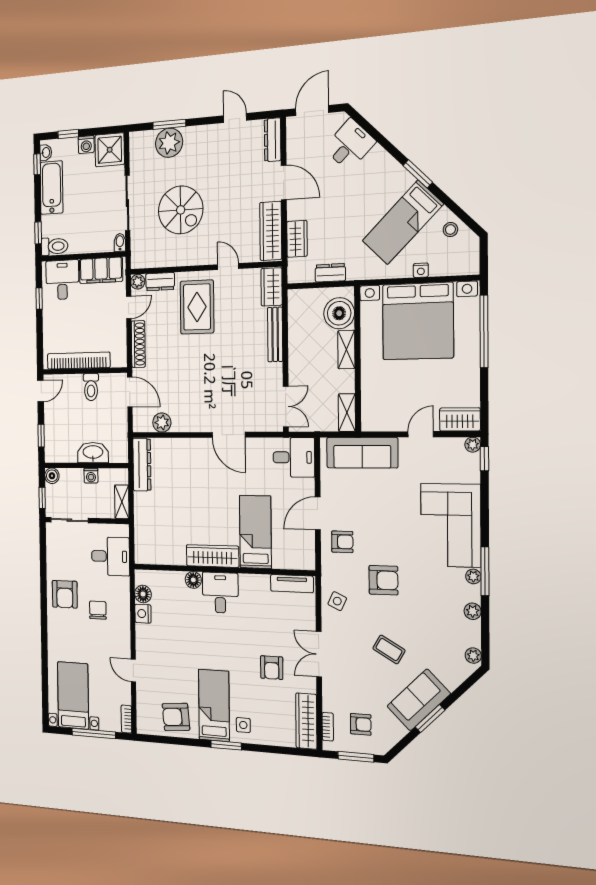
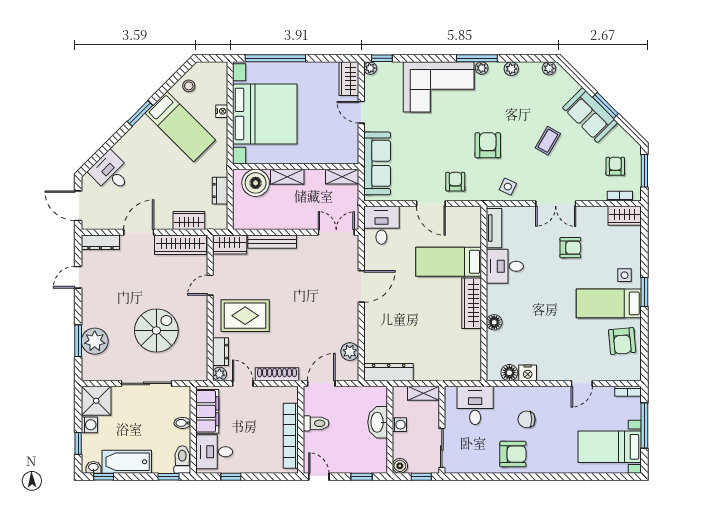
bidet: (120, 242) -> (182, 423), moved
desk: (220, 593) -> (505, 266), moved
wardrobe: (306, 721) -> (625, 216), width x0.67

